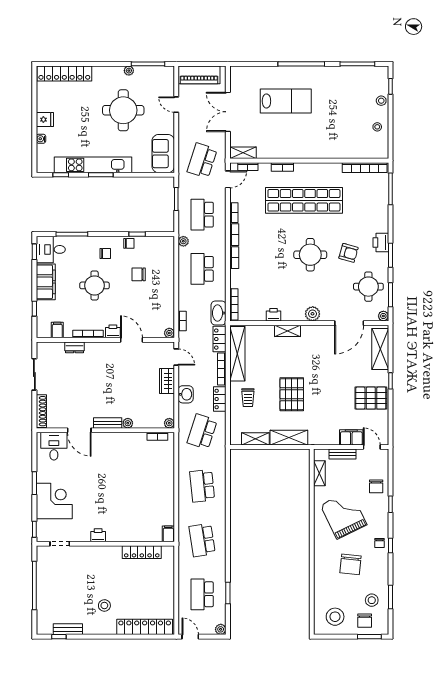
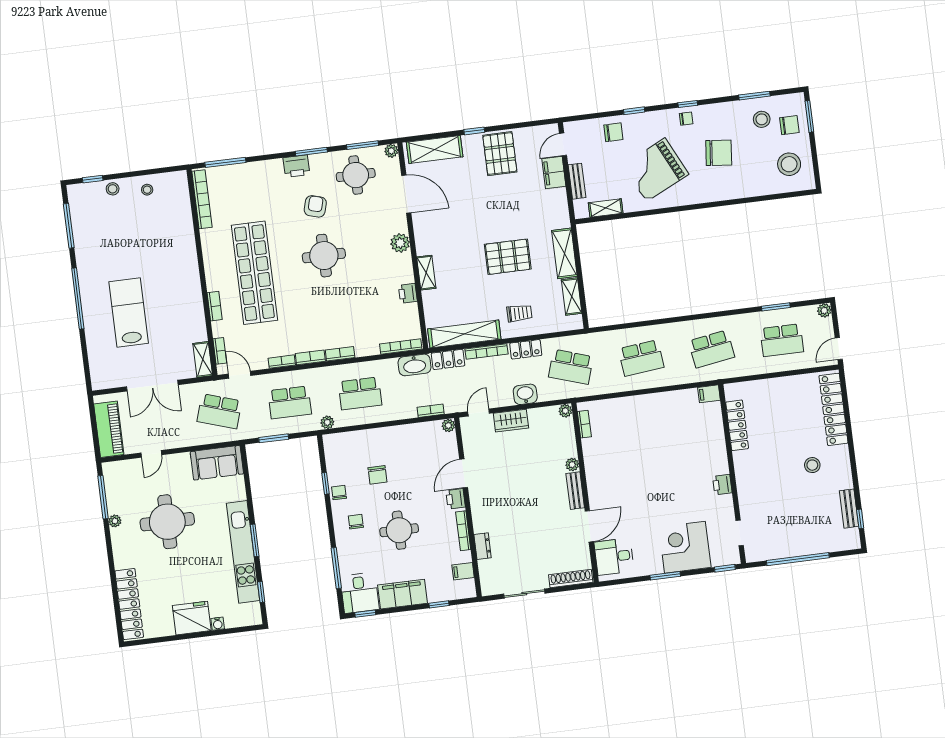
fridge: (45, 120) -> (192, 618), width x1.88, depth x1.34

